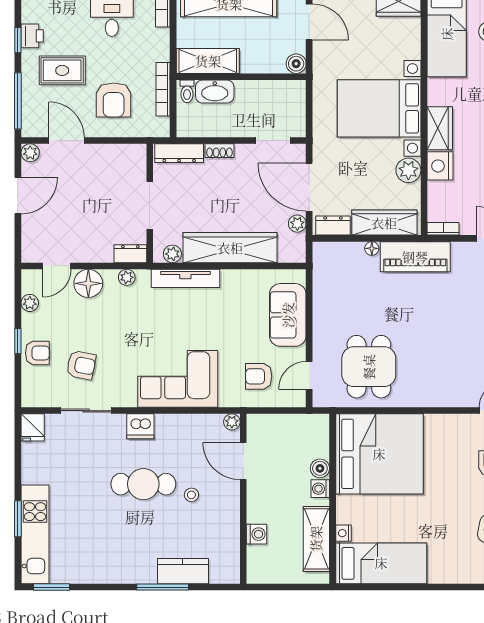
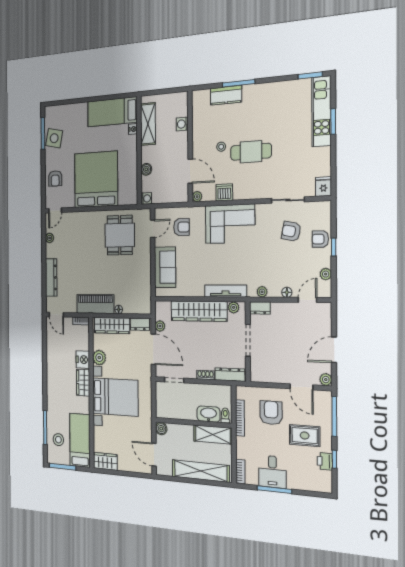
floor lamp: (88, 283) -> (287, 292), width x0.53, depth x0.53
dishwasher: (140, 426) -> (224, 192), moved
bed: (379, 454) -> (96, 179), moved, turned 90
washing machine: (320, 489) -> (146, 198), moved

